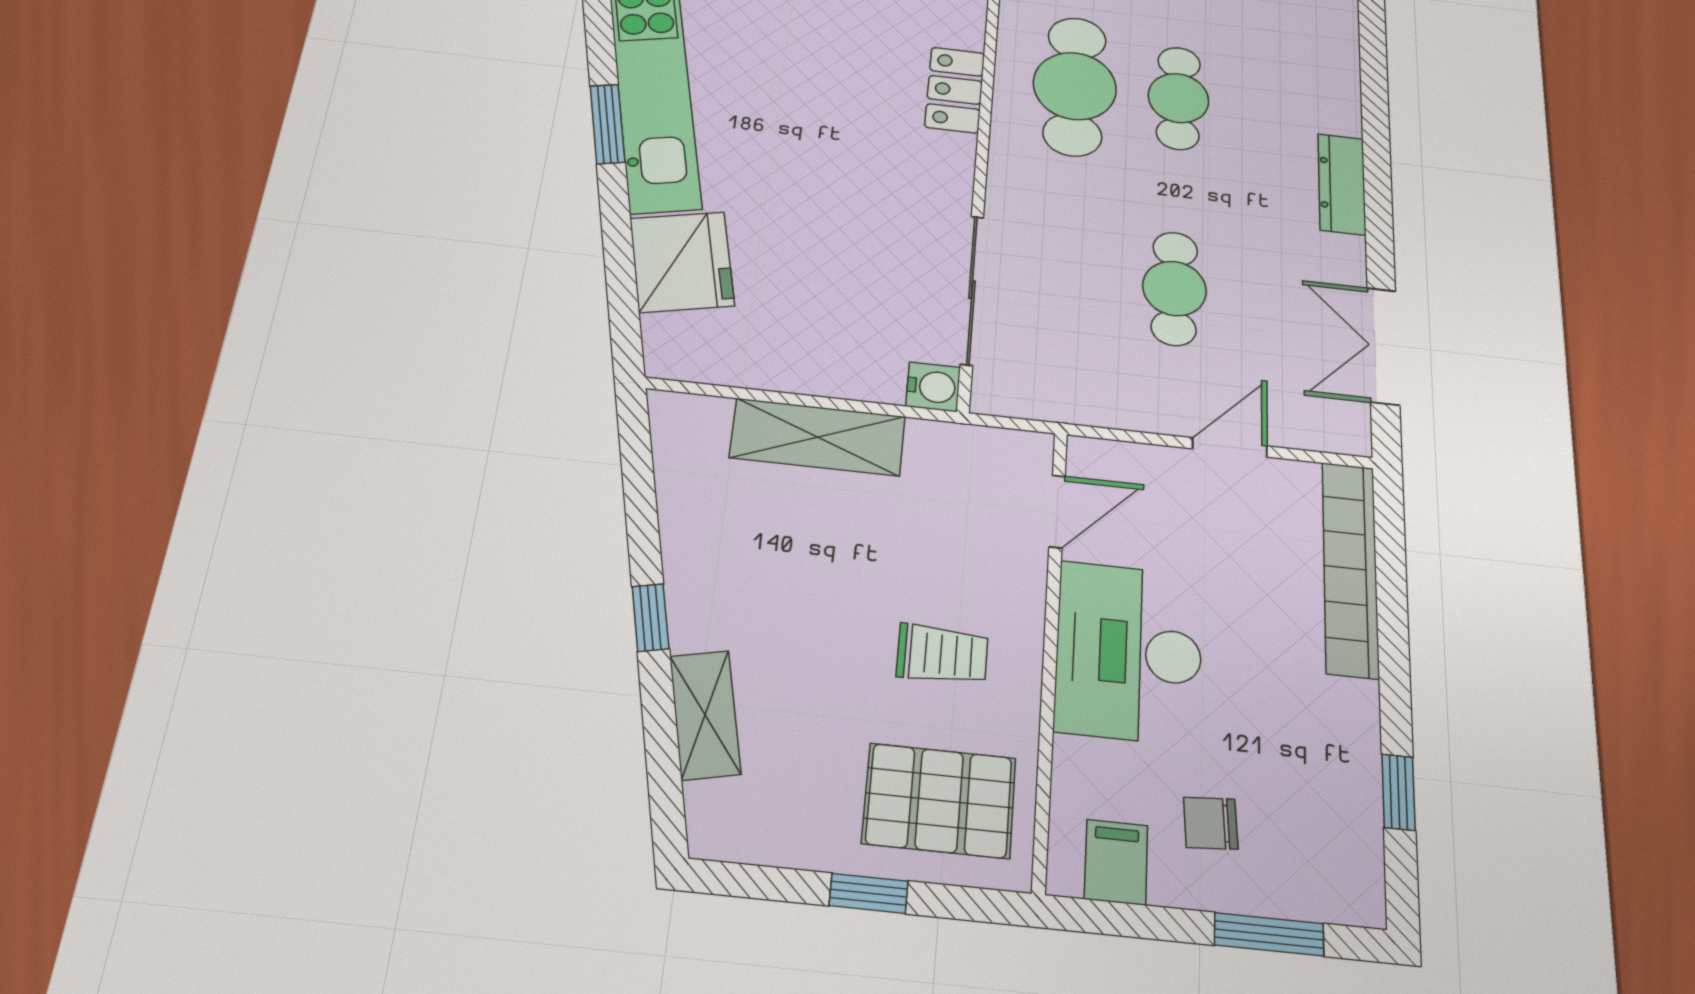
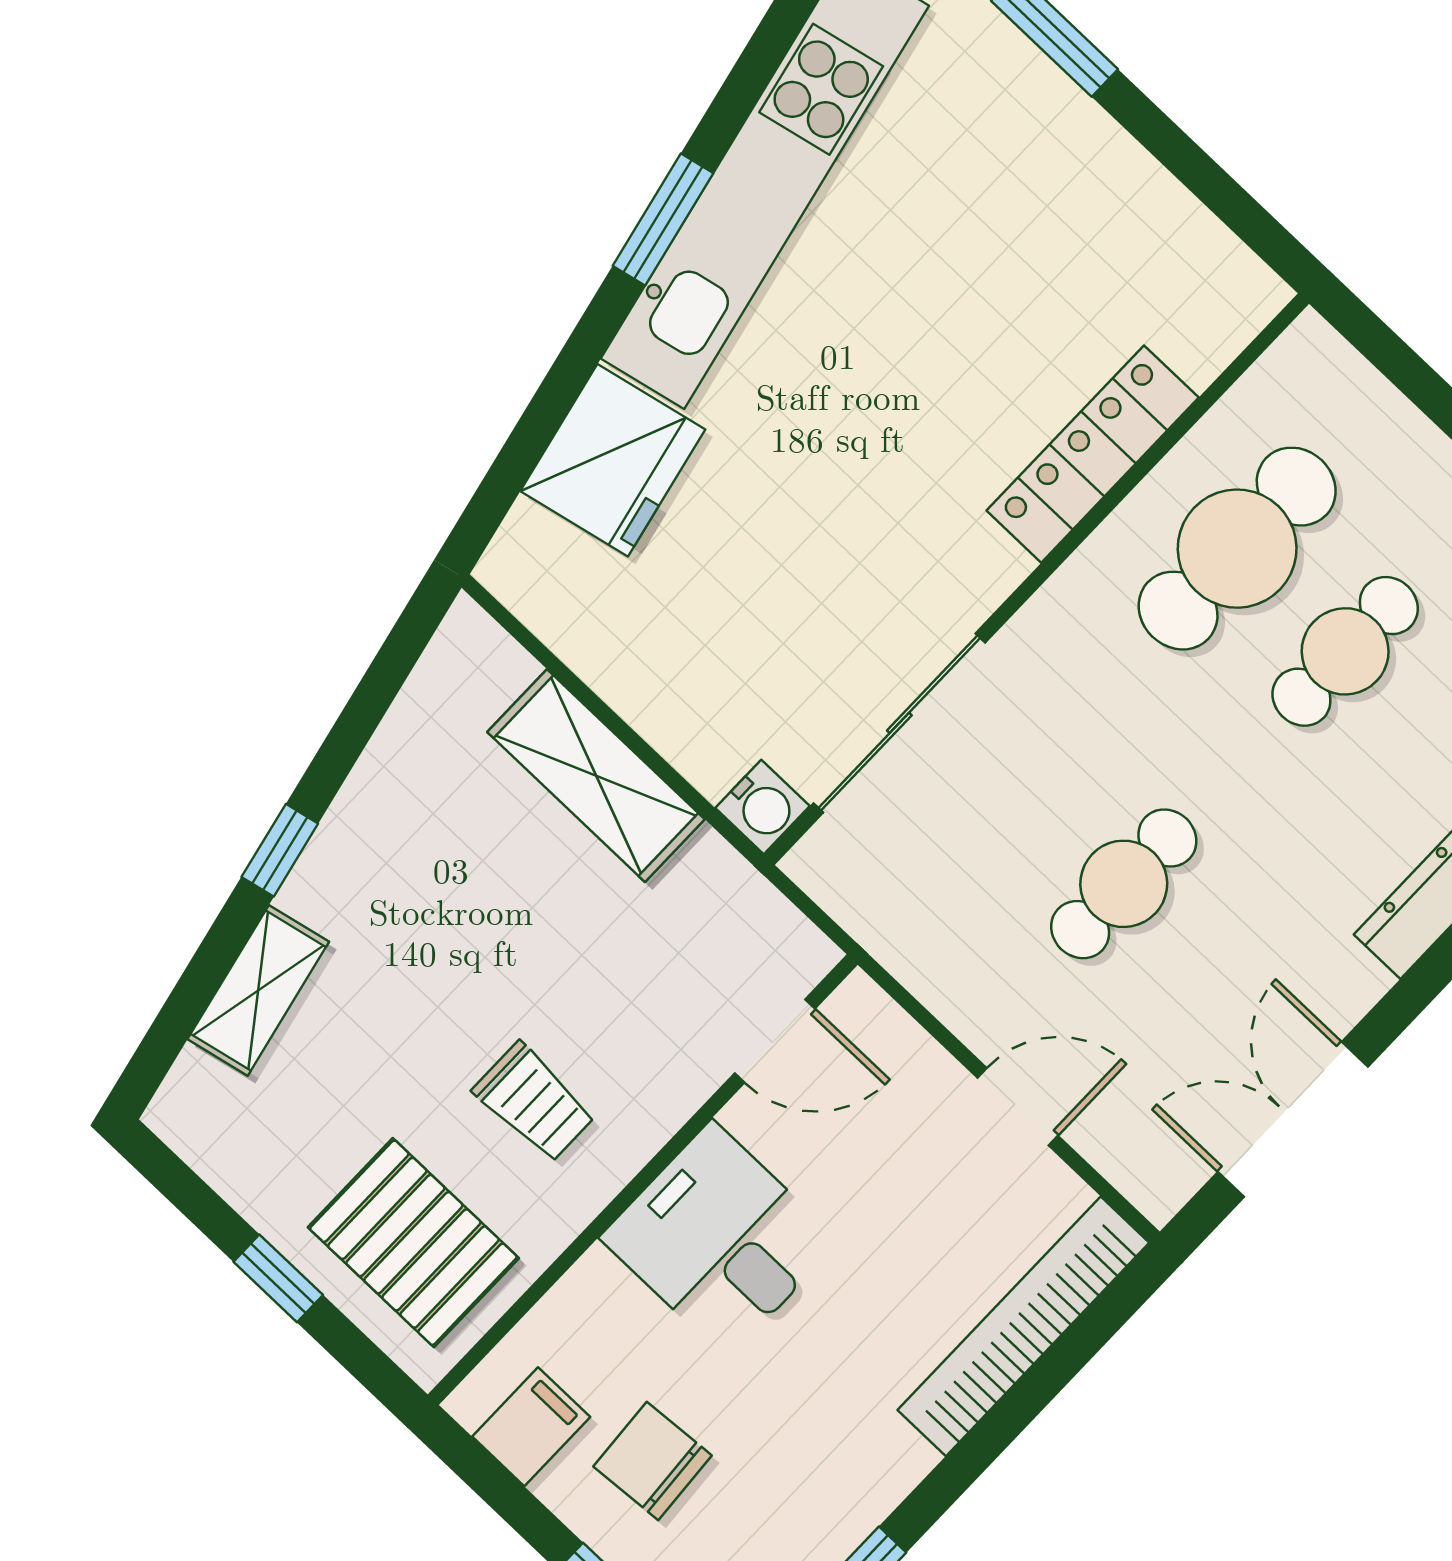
locker: (955, 90) -> (1093, 454), width x1.53
desk: (1129, 652) -> (720, 1240), width x0.73
chair: (1211, 823) -> (653, 1461), width x1.37, depth x1.37

